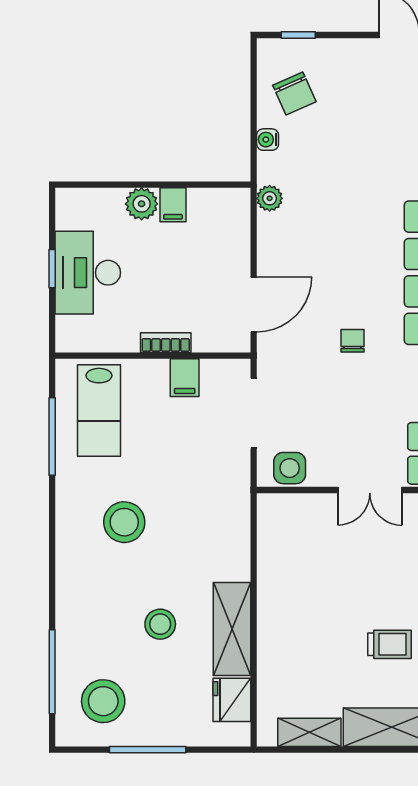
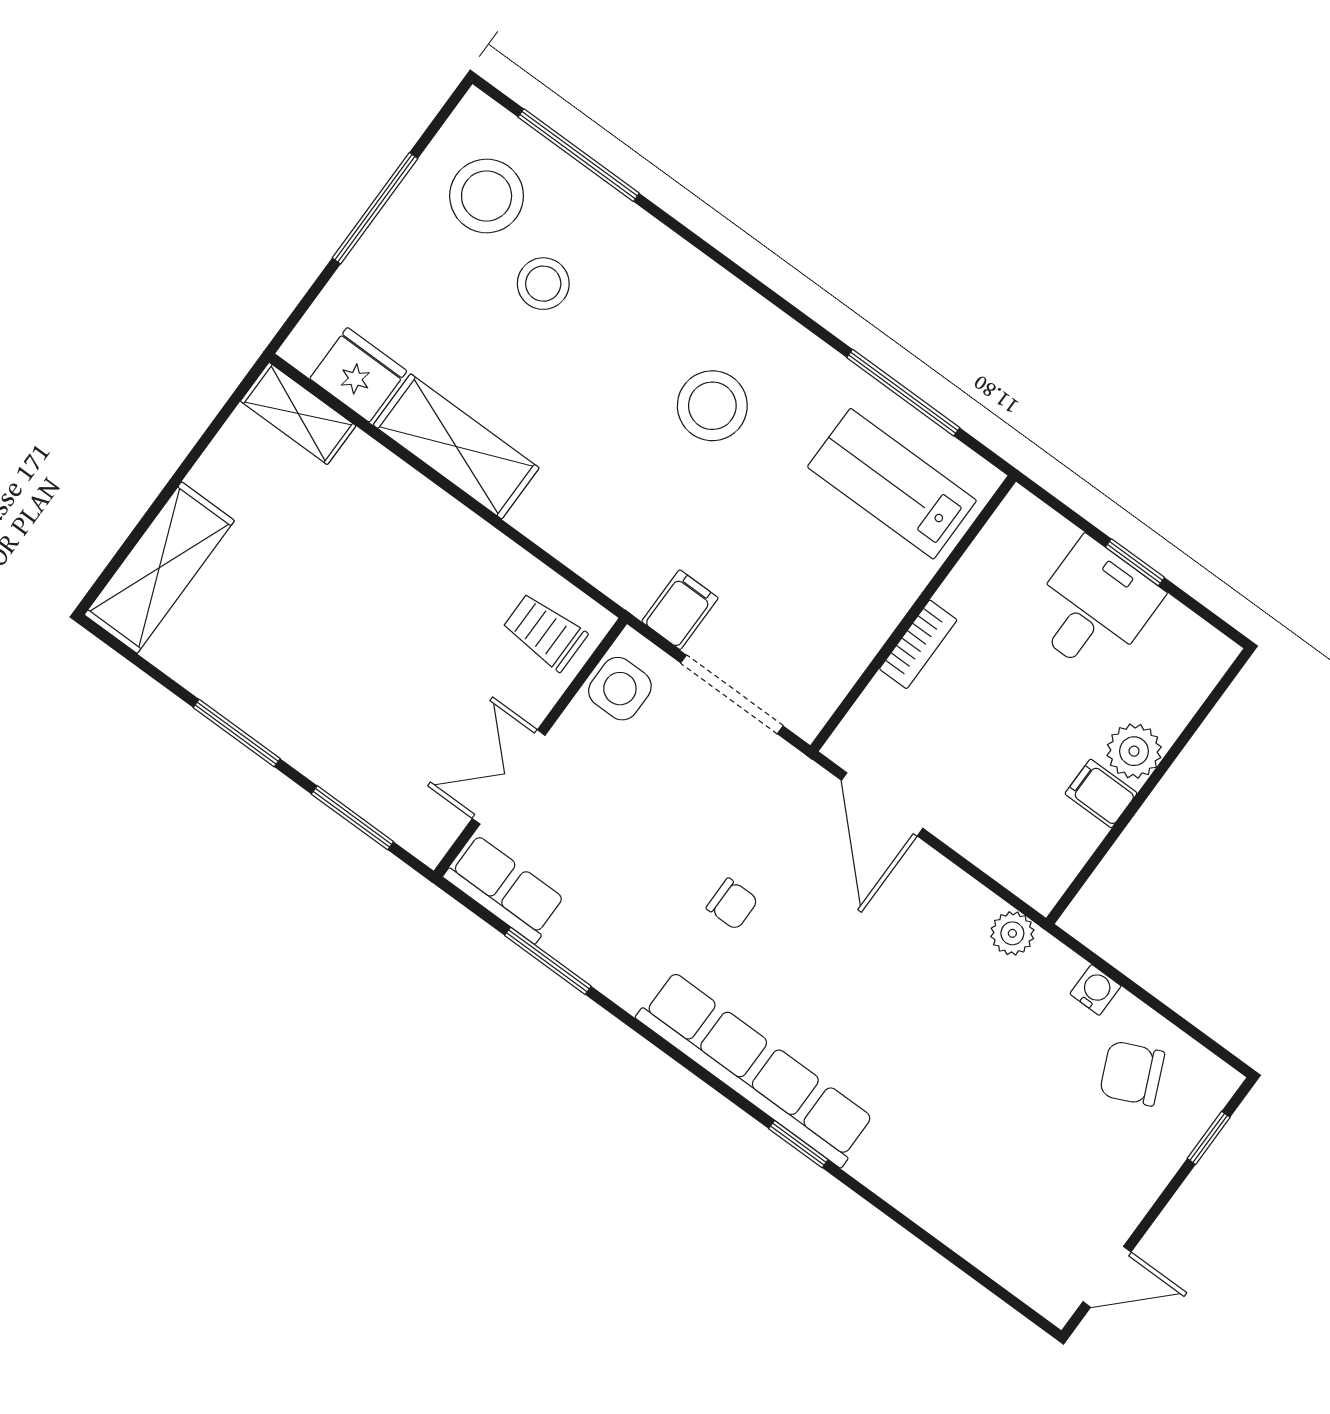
desk: (88, 273) -> (1093, 607), width x0.73
filing cabinet: (185, 378) -> (680, 610), moved, turned 90
stool: (160, 624) -> (543, 284), moved
trolley: (389, 644) -> (545, 632), moved, turned 90
shelving: (309, 732) -> (298, 413), moved, turned 90

